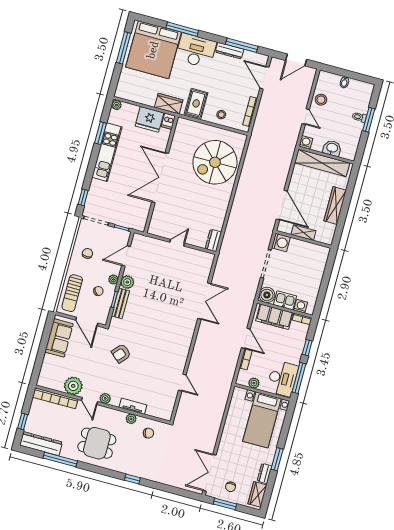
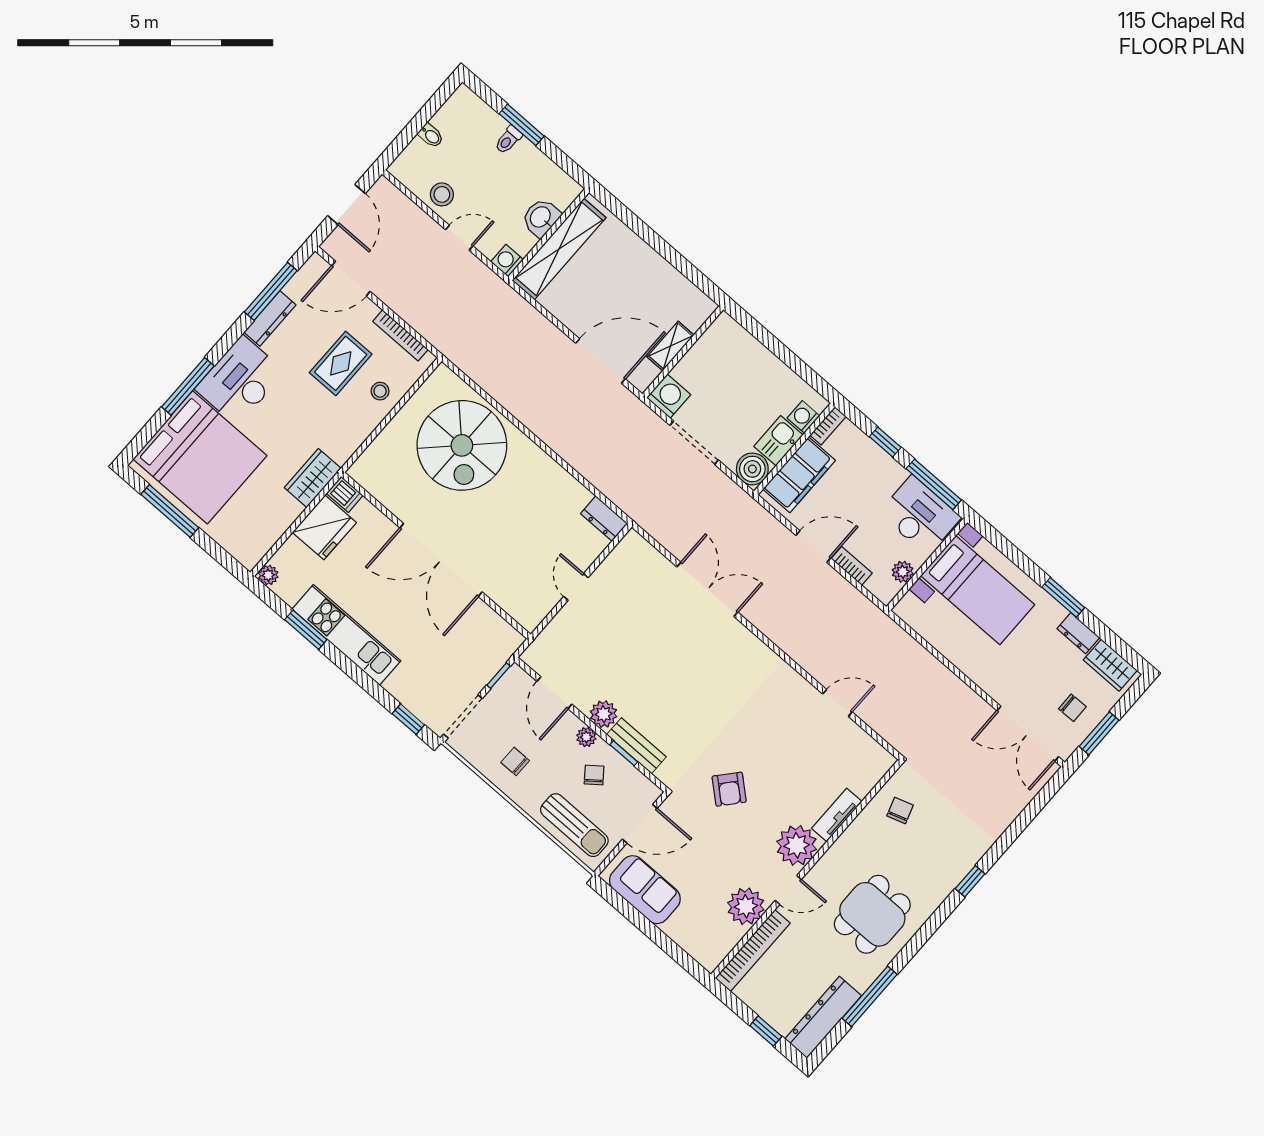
rug: (196, 103) -> (341, 363), moved, turned 90
wardrobe: (335, 206) -> (649, 263), removed
plant: (105, 398) -> (797, 845), width x1.87, depth x1.87
plant: (131, 419) -> (858, 830), removed

